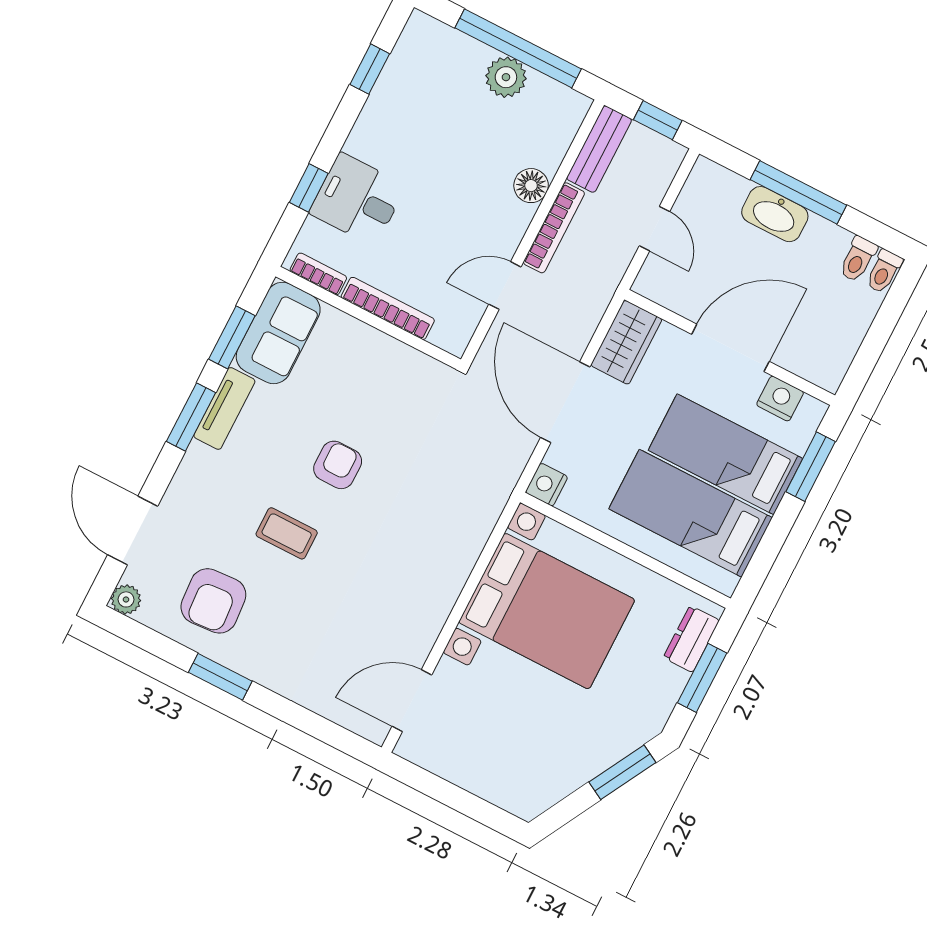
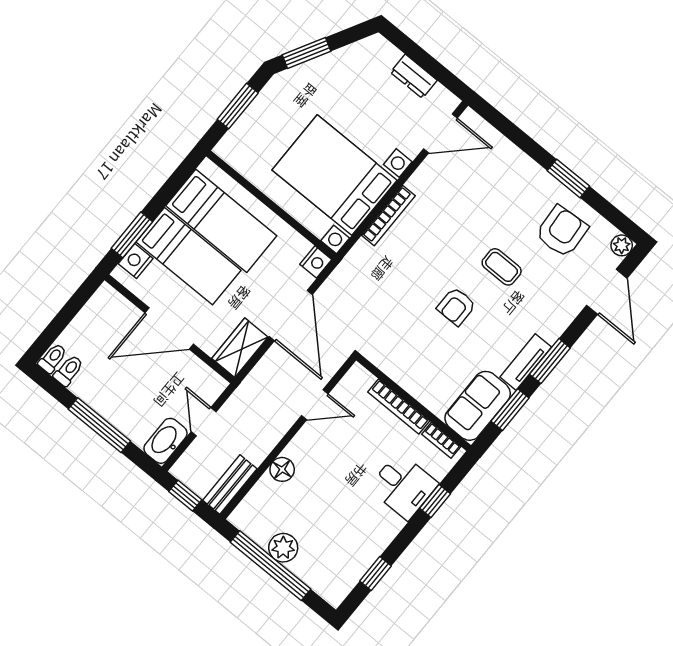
washbasin: (775, 214) -> (165, 441), moved, turned -90
bookcase: (554, 228) -> (388, 216), moved, turned 180
nightstand: (780, 399) -> (136, 261), moved, turned 90
dresser: (691, 639) -> (414, 76), moved, turned 90

